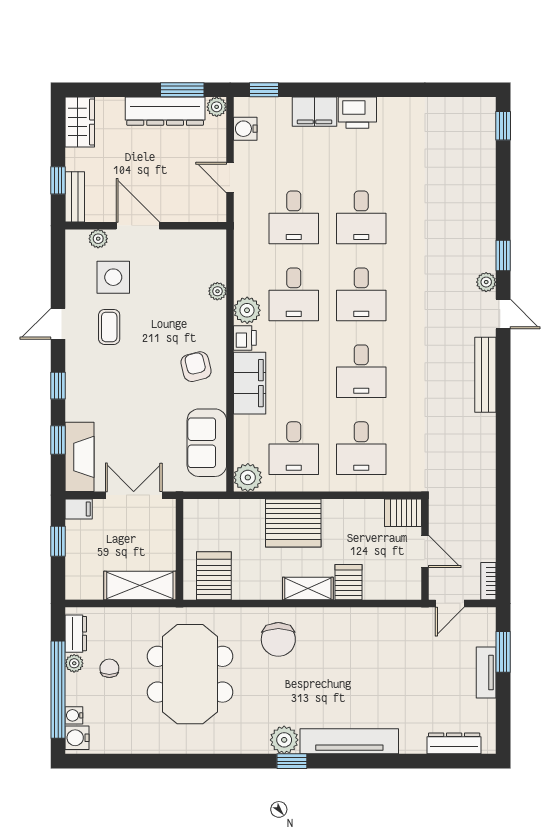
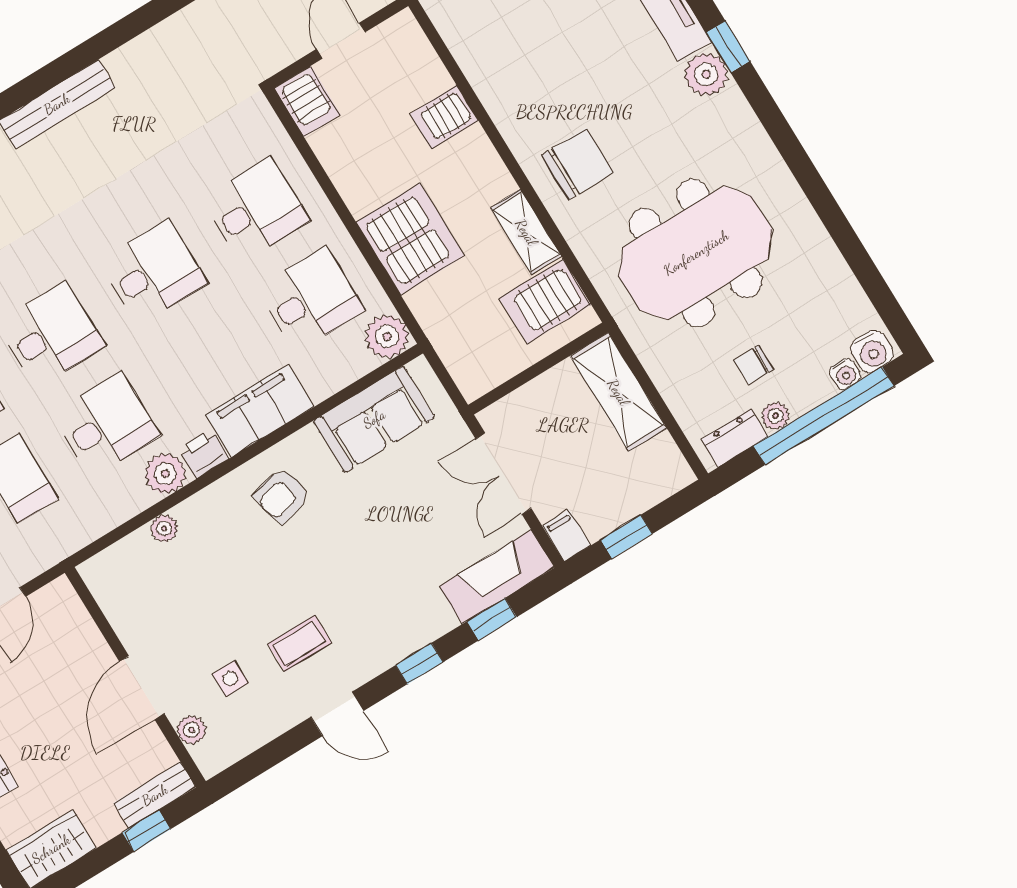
side table: (113, 277) -> (230, 678), width x0.54, depth x0.54
shelving: (308, 589) -> (526, 232), moved

